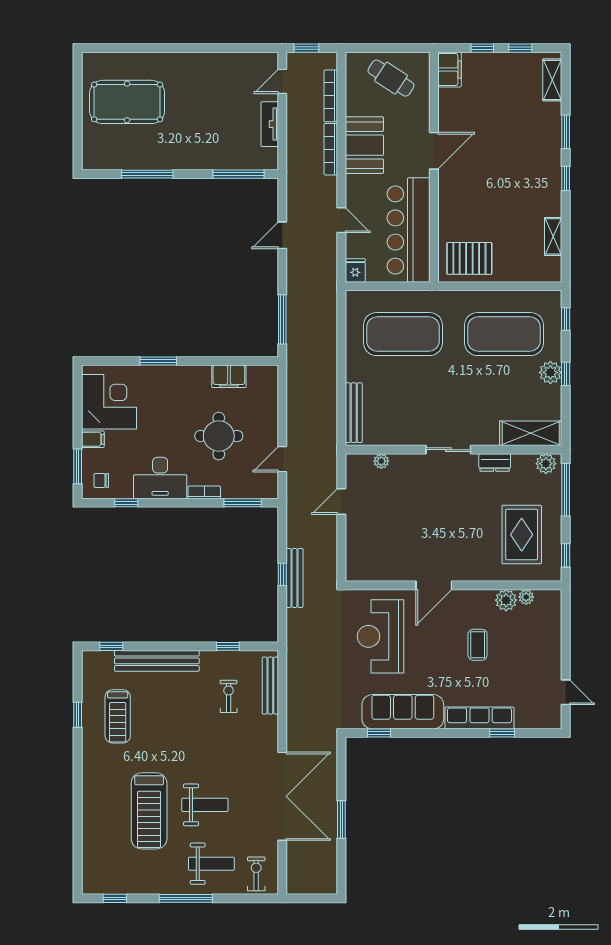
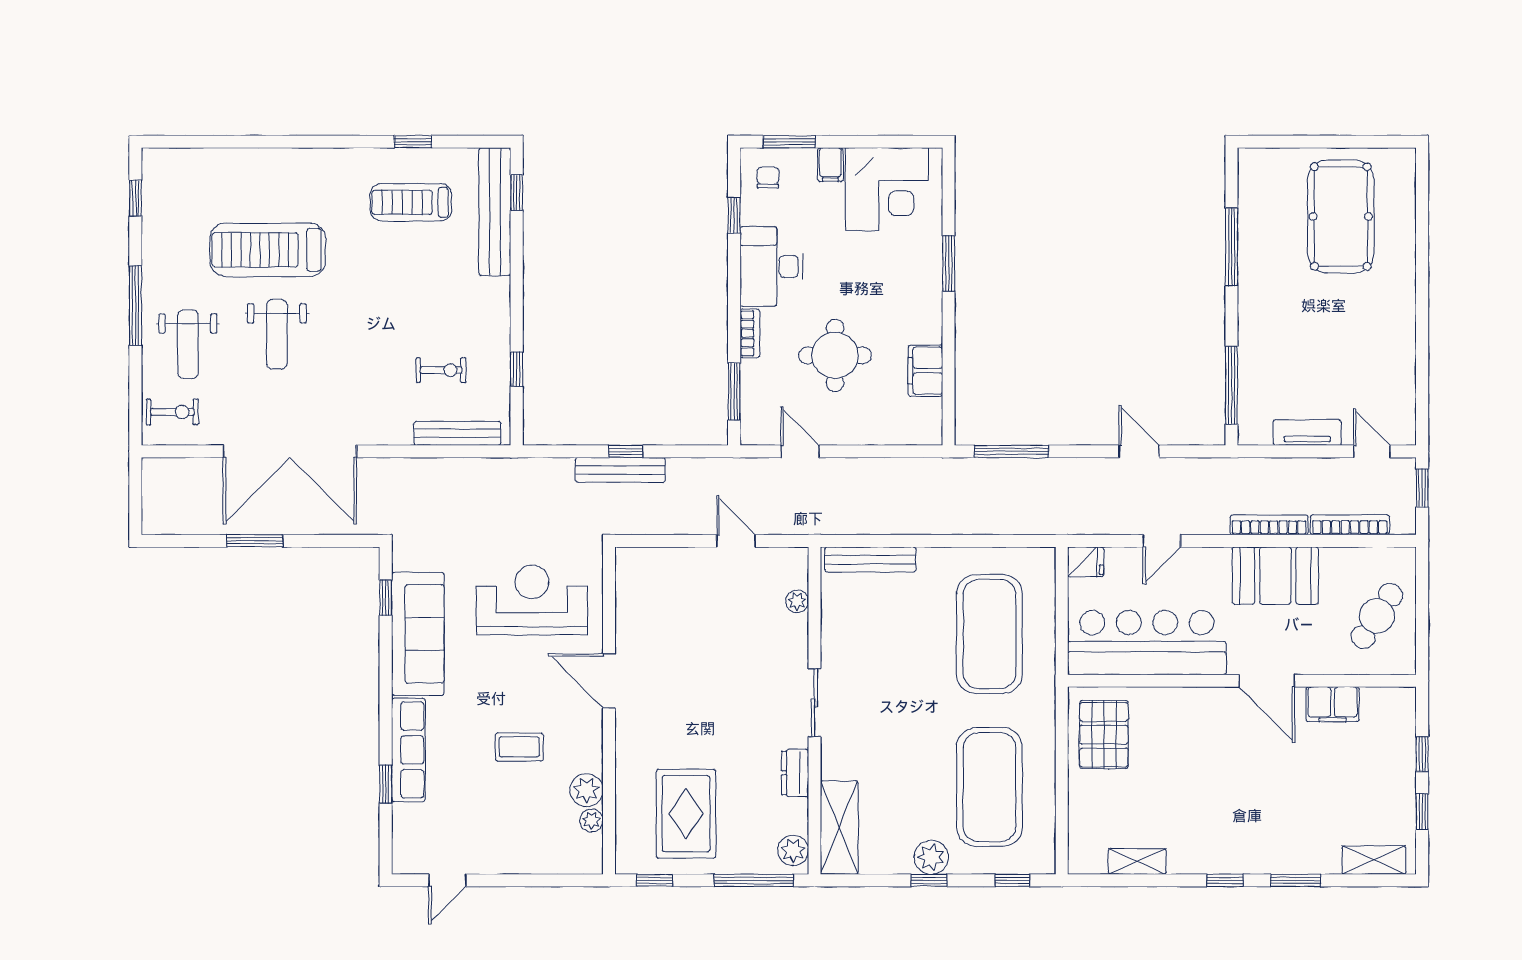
filing cabinet: (449, 70) -> (1333, 704), moved
rug: (522, 535) -> (686, 814), turned 90
bench: (157, 661) -> (495, 212), moved

